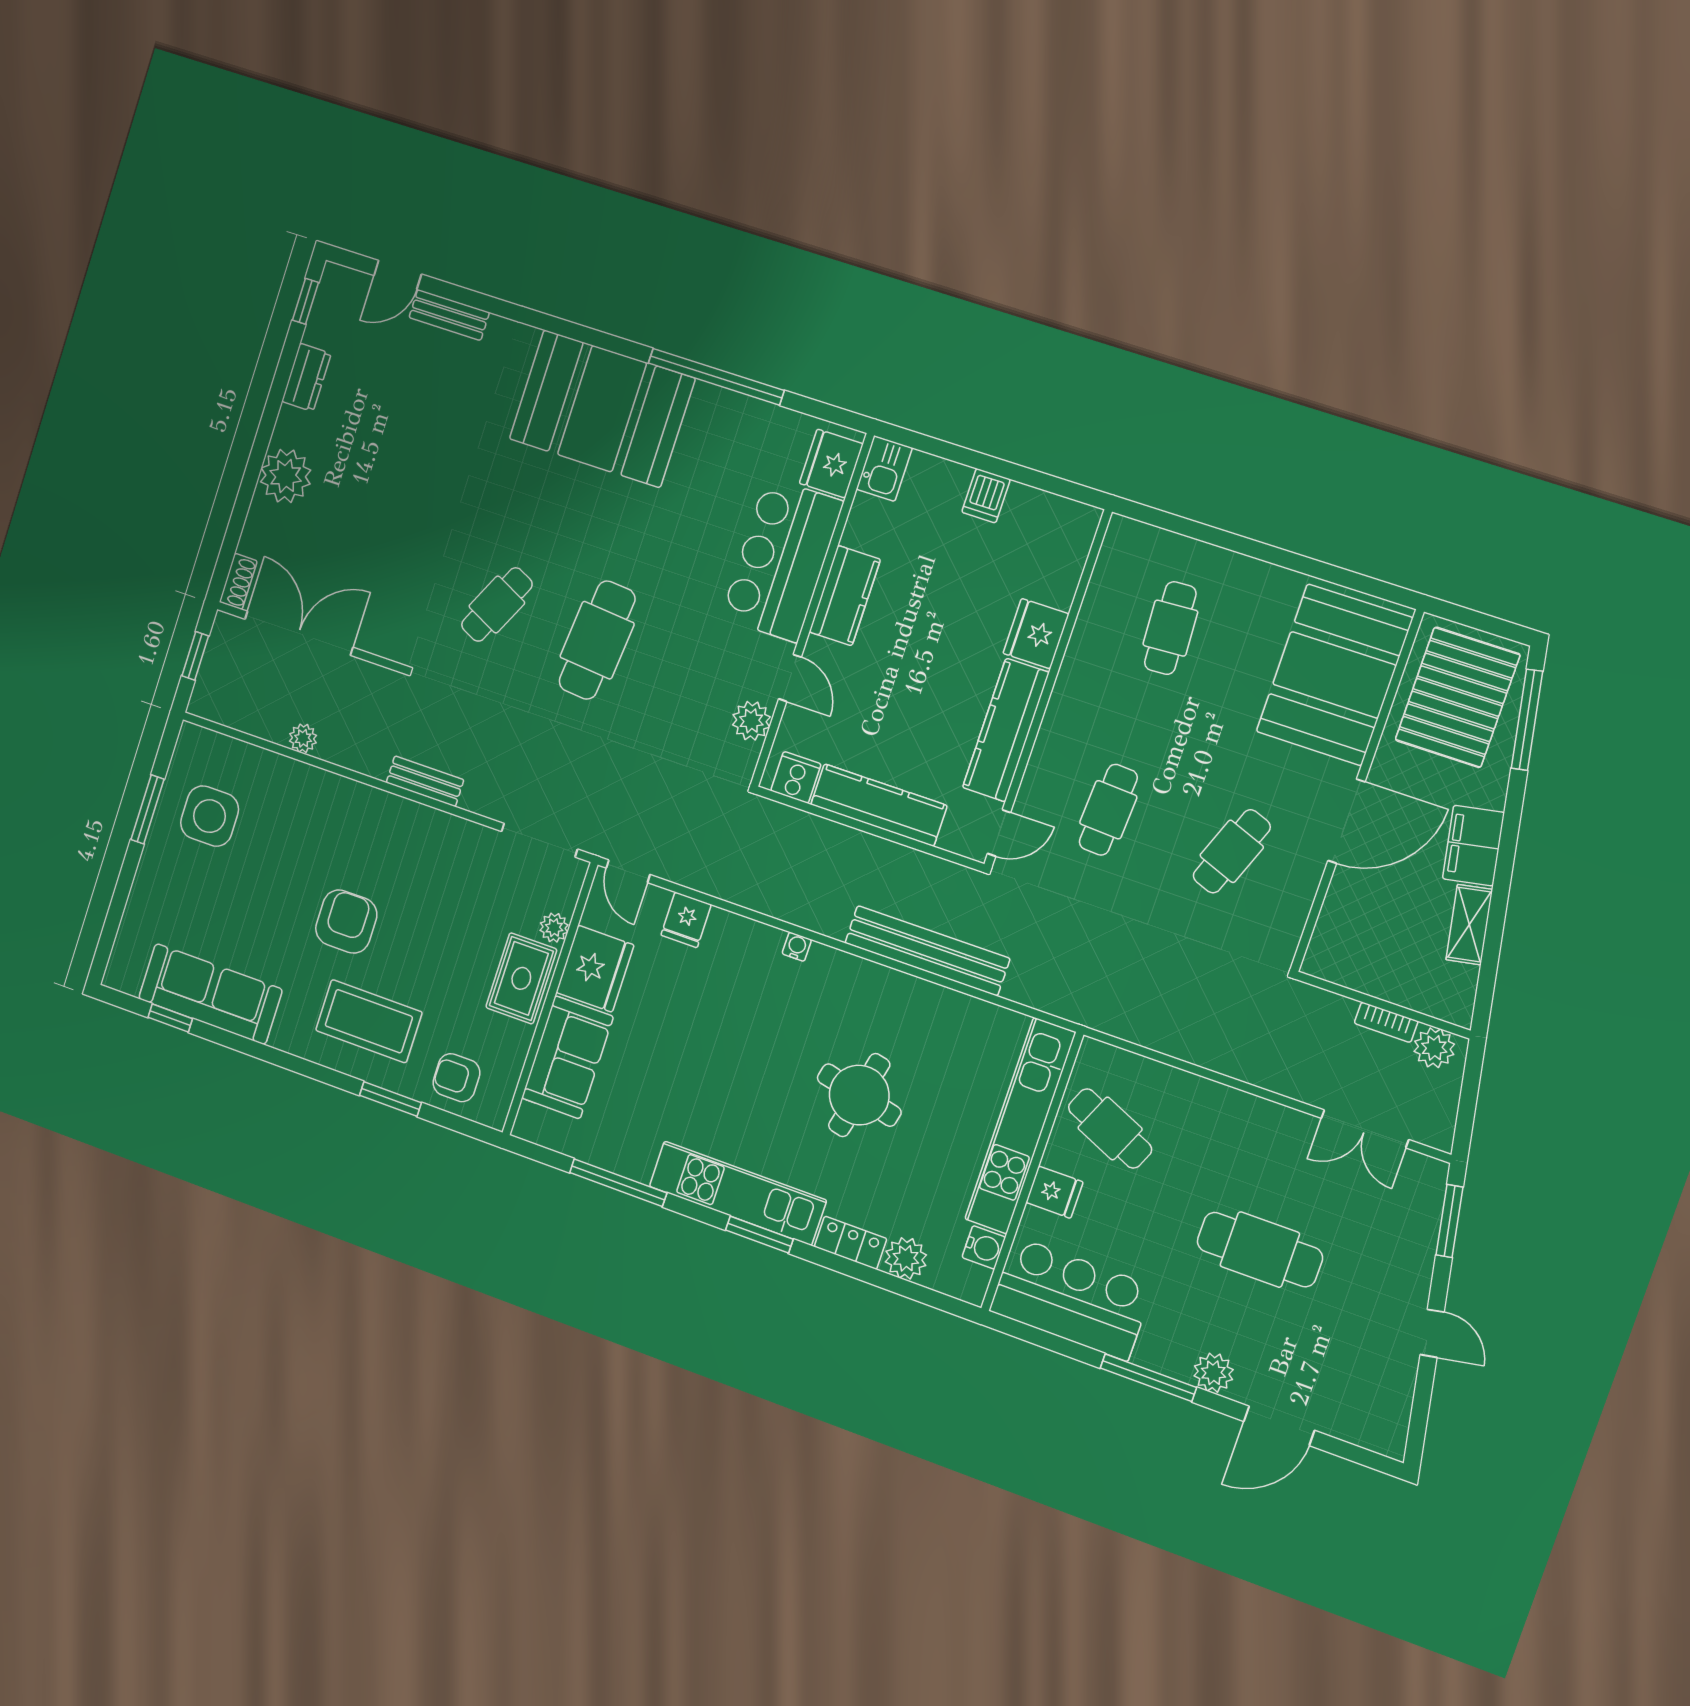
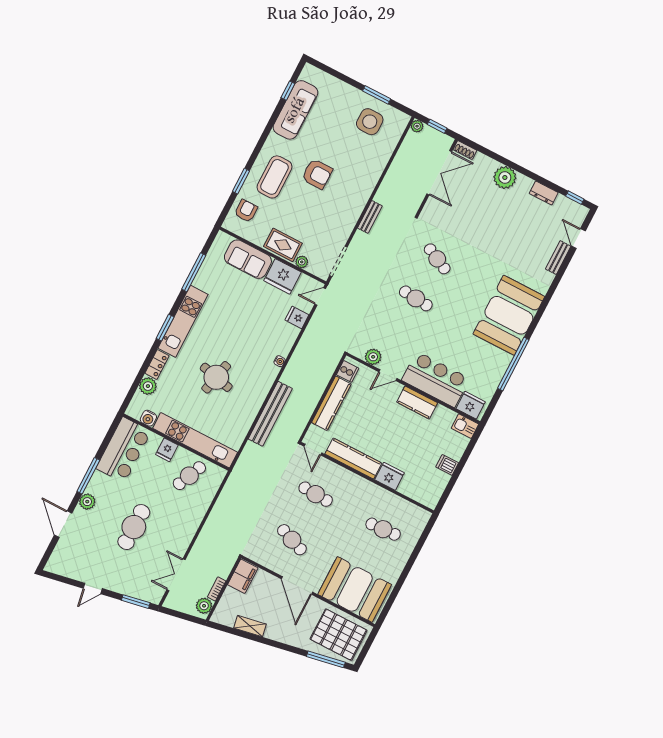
cafe table: (597, 640) -> (416, 298), width x0.73, depth x0.74
plant: (303, 738) -> (417, 126), moved
filing cabinet: (1473, 846) -> (243, 576), moved, turned 100

